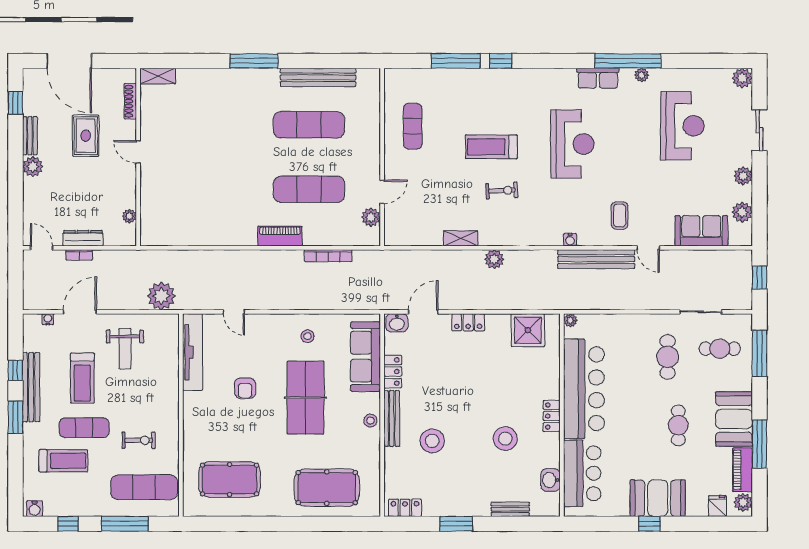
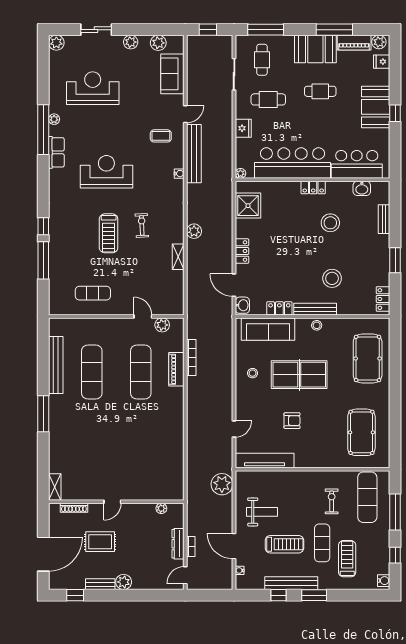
piano: (280, 236) -> (176, 369), moved
fridge: (630, 324) -> (243, 128), added

